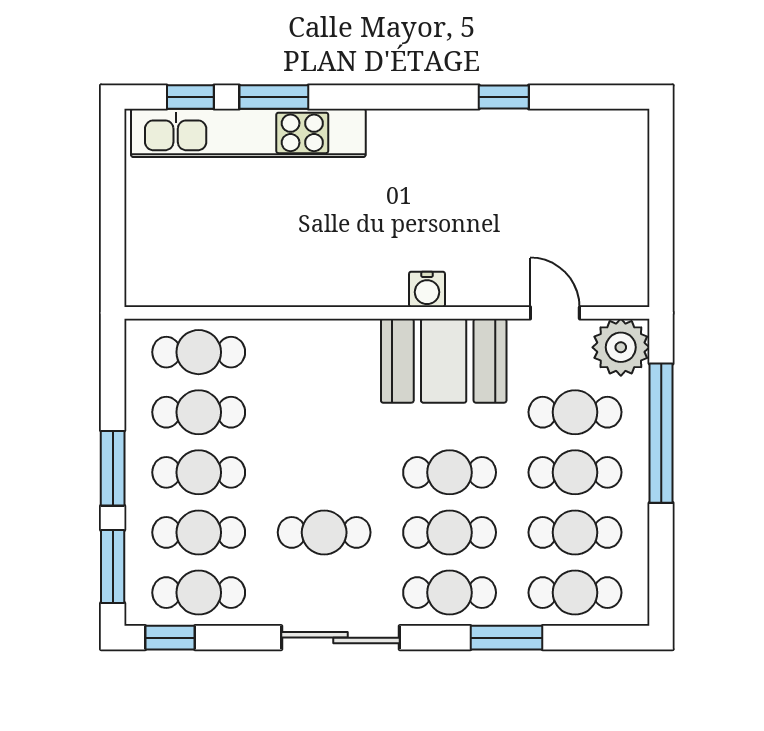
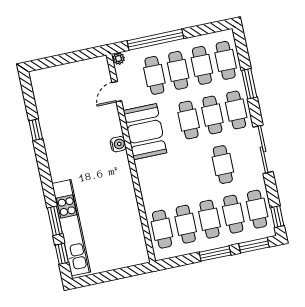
plant: (621, 347) -> (119, 59), width x0.53, depth x0.53

